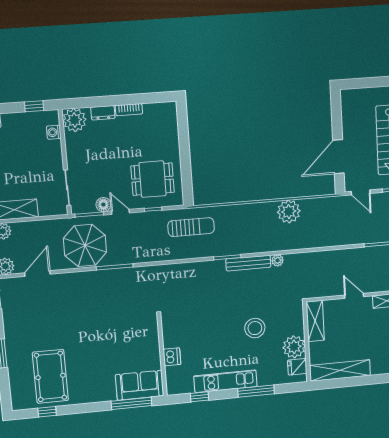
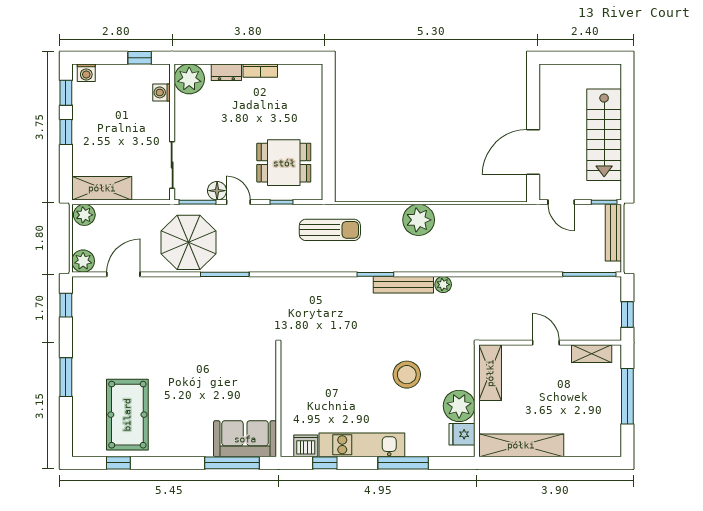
plant: (289, 212) -> (419, 220), moved
dishwasher: (172, 357) -> (306, 446), moved, turned -90

